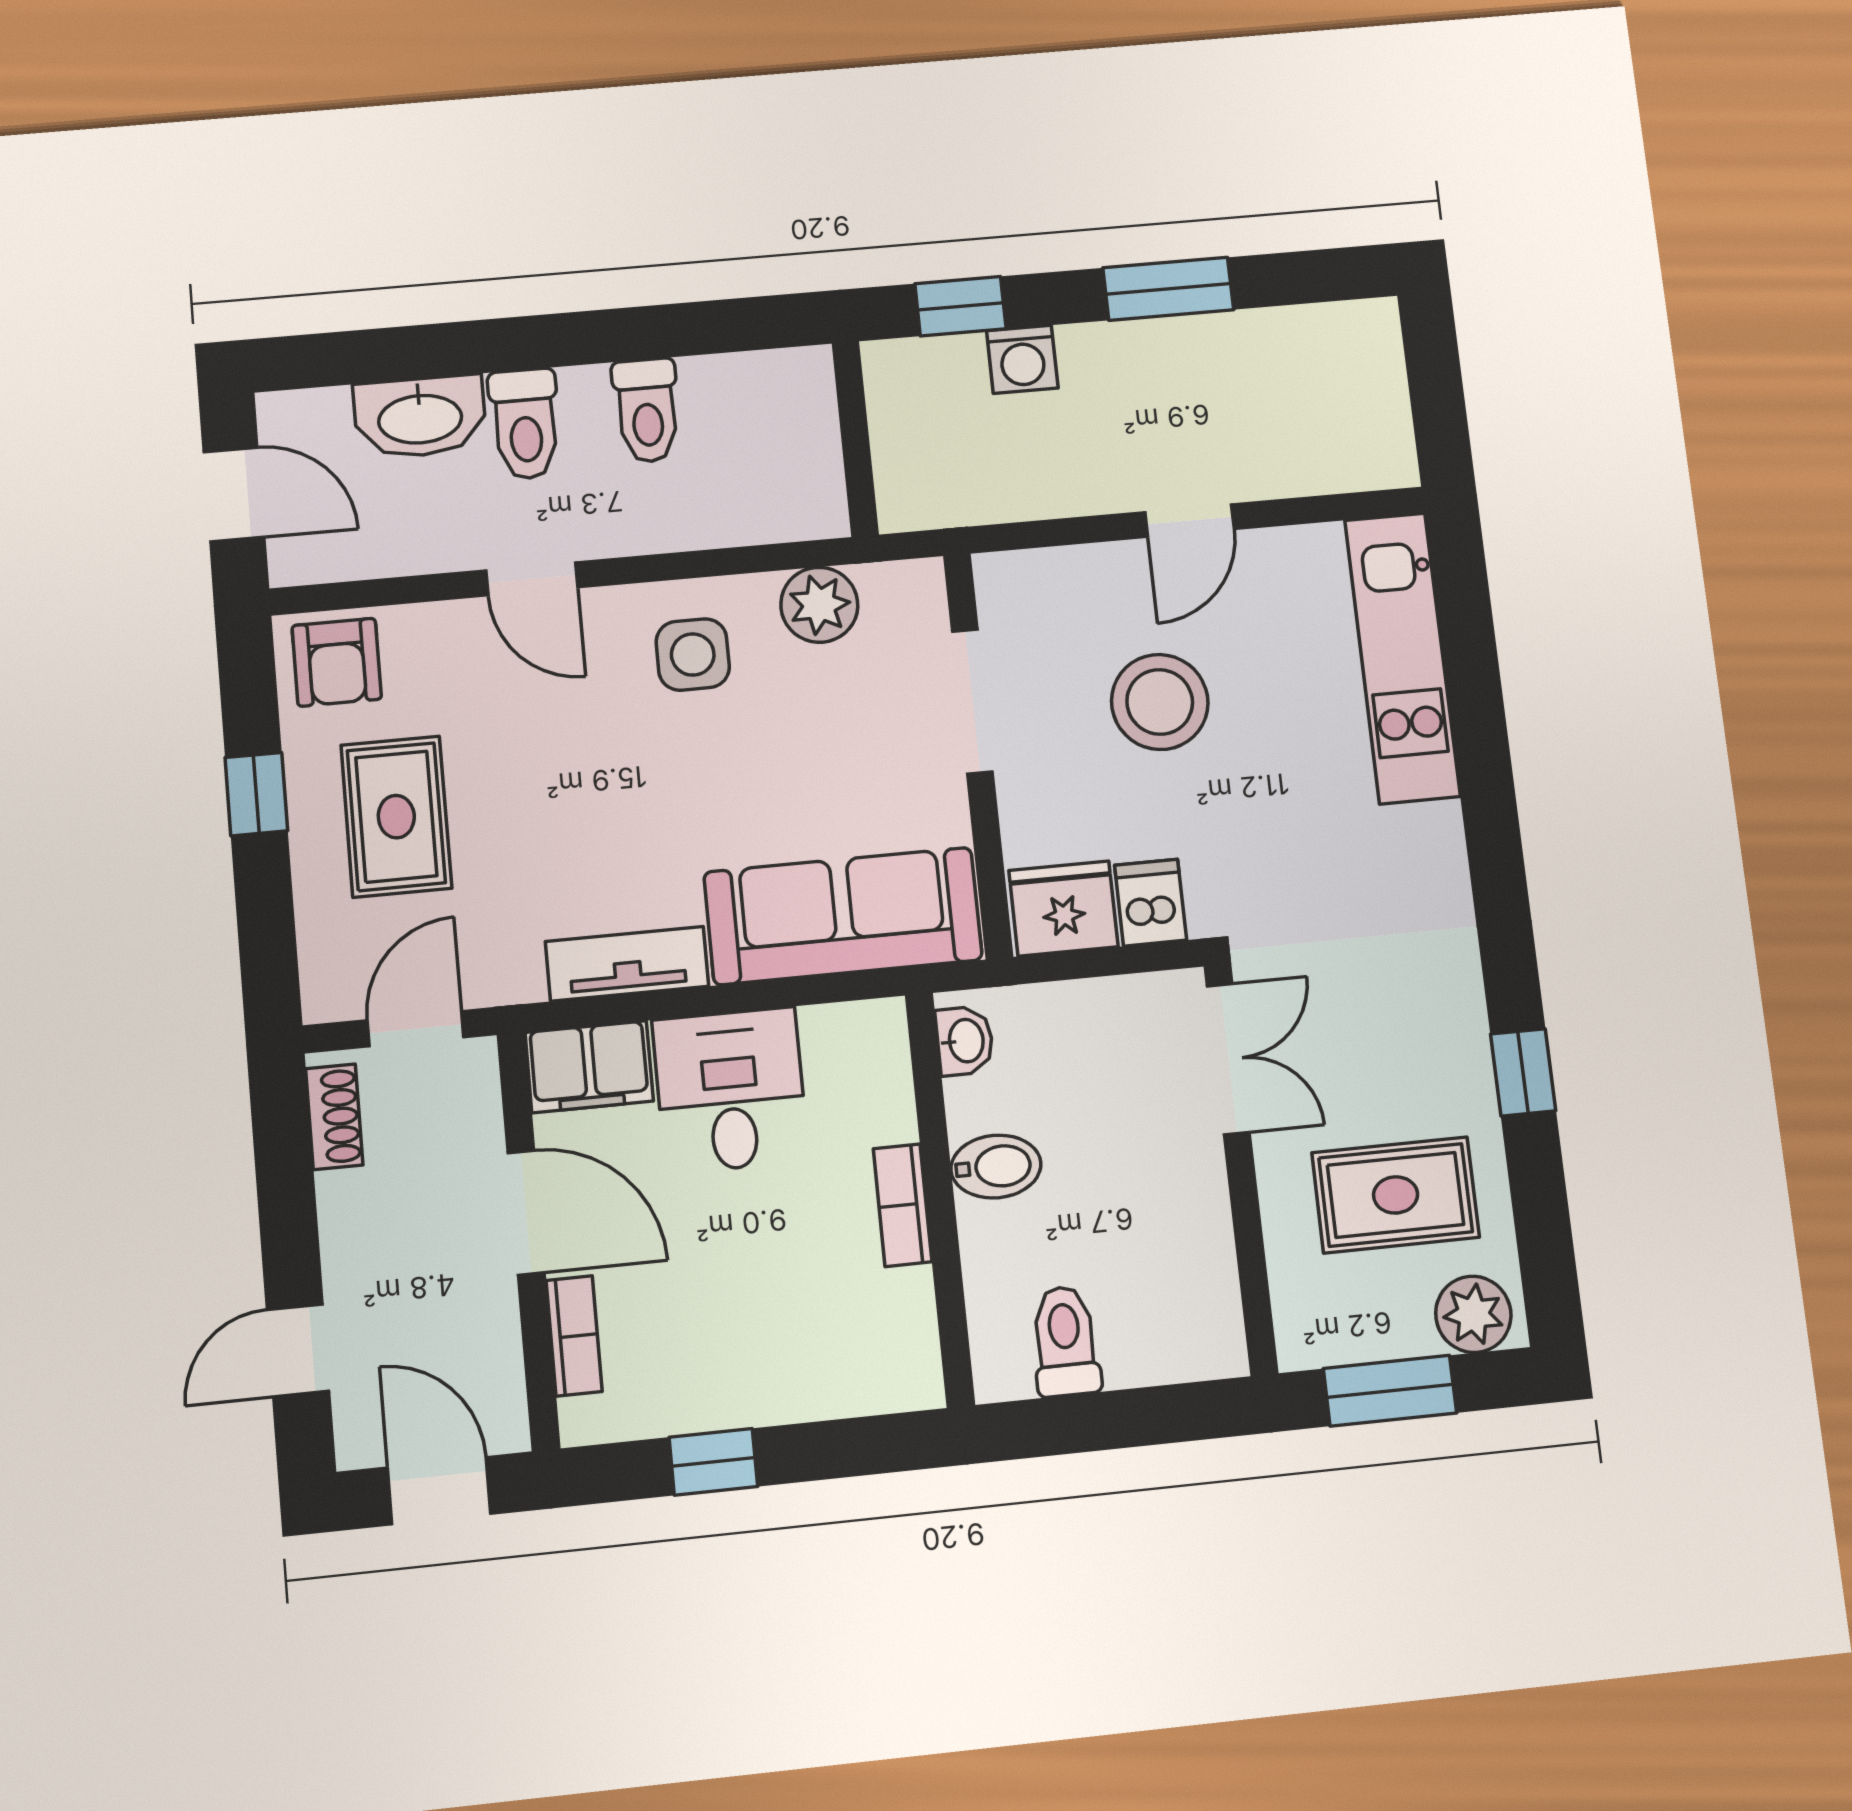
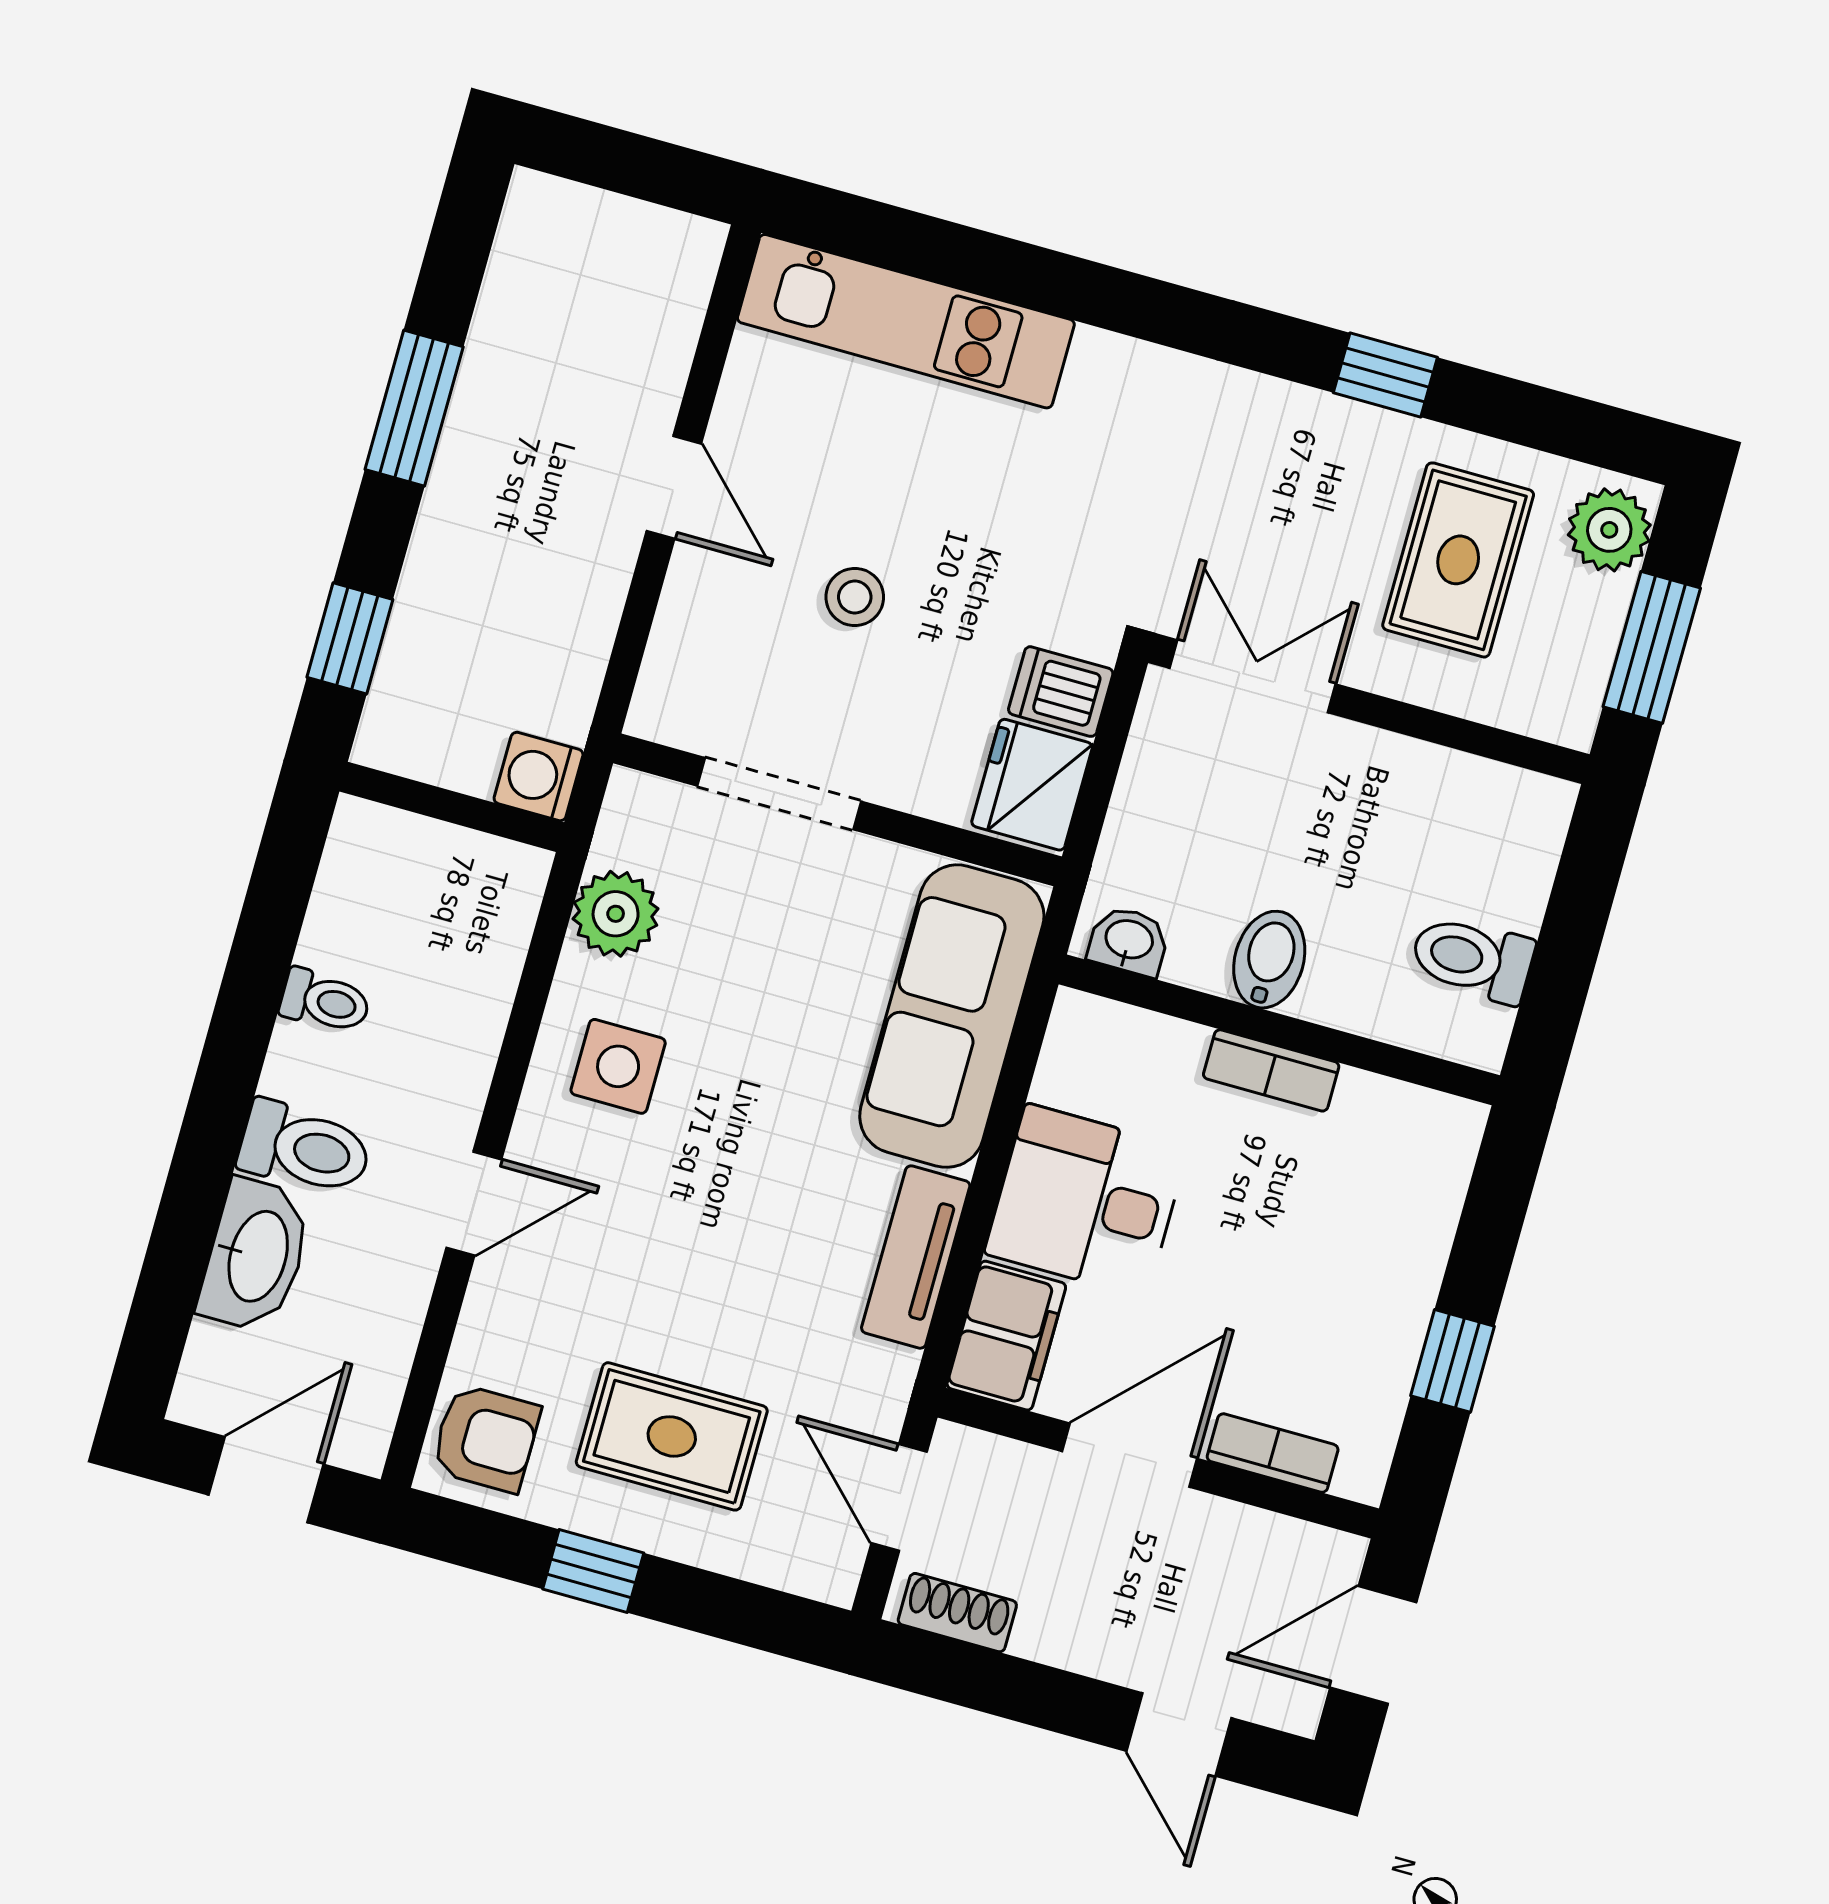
washing machine: (1022, 359) -> (539, 777), moved, turned 180
toilet: (647, 410) -> (325, 1001), width x0.73, depth x0.72
stool: (1160, 702) -> (855, 597), width x0.53, depth x0.53

